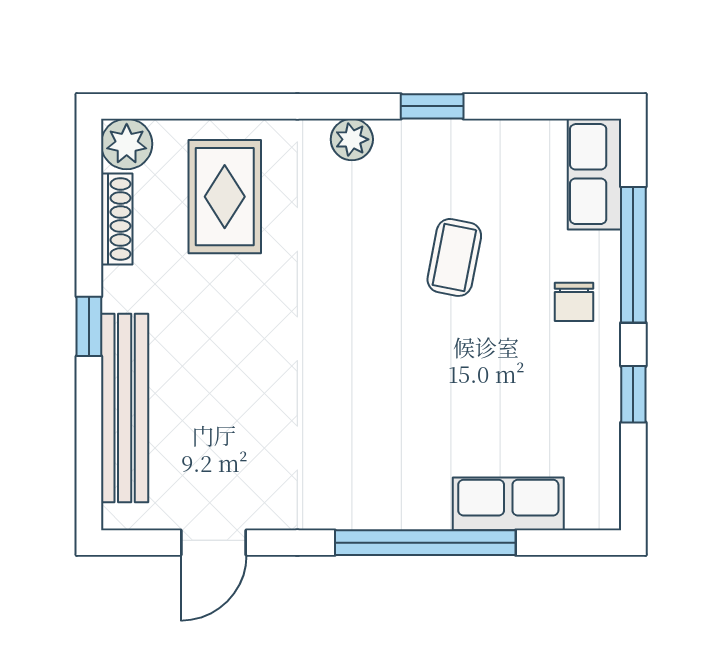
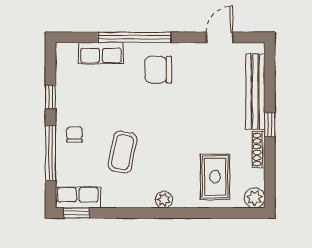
window: (432, 106) -> (77, 213), moved
row of seats: (594, 174) -> (78, 197), moved, turned -90
shoe rack: (117, 219) -> (258, 150), moved
coffee table: (454, 257) -> (123, 152), width x1.36, depth x1.30
chair: (366, 462) -> (158, 70), added

